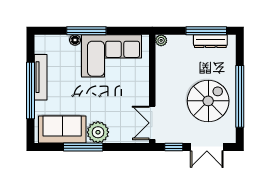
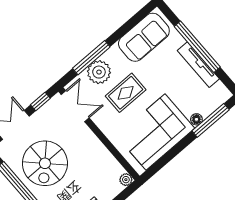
window: (86, 31) -> (211, 120), moved
rug: (109, 102) -> (126, 93), added
plant: (98, 132) -> (99, 72), moved
window: (83, 147) -> (91, 58), moved

